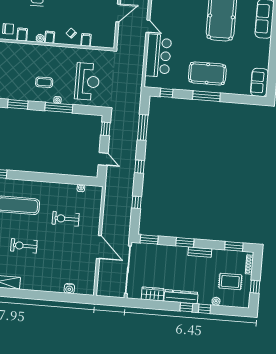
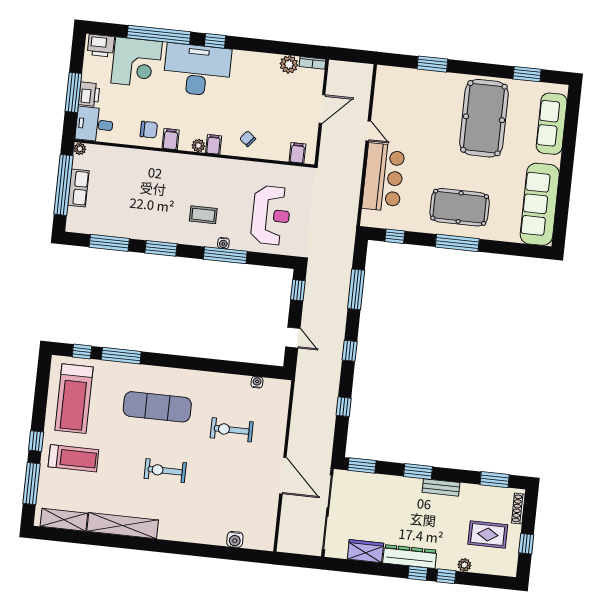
filing cabinet: (86, 40) -> (297, 153), moved
sofa: (260, 82) -> (540, 204), width x1.85, depth x1.27

